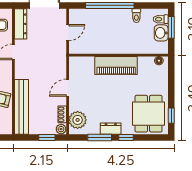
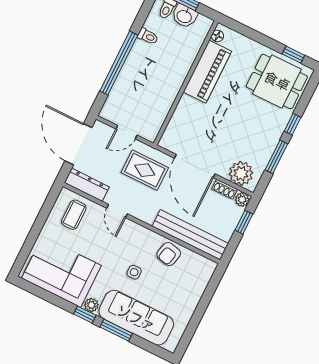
door: (68, 33) -> (126, 132), swing flipped
rug: (49, 57) -> (145, 170), added
piano: (116, 66) -> (207, 72), moved
door: (68, 88) -> (195, 166), width x1.88
dresser: (111, 129) -> (272, 138), removed

